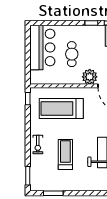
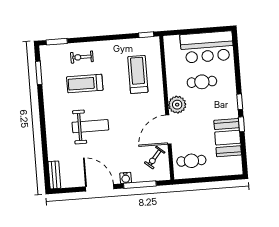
treadmill: (61, 108) -> (138, 74), width x0.73, depth x0.73
exercise bike: (38, 144) -> (82, 57), moved
treadmill: (65, 154) -> (85, 83), turned 180

